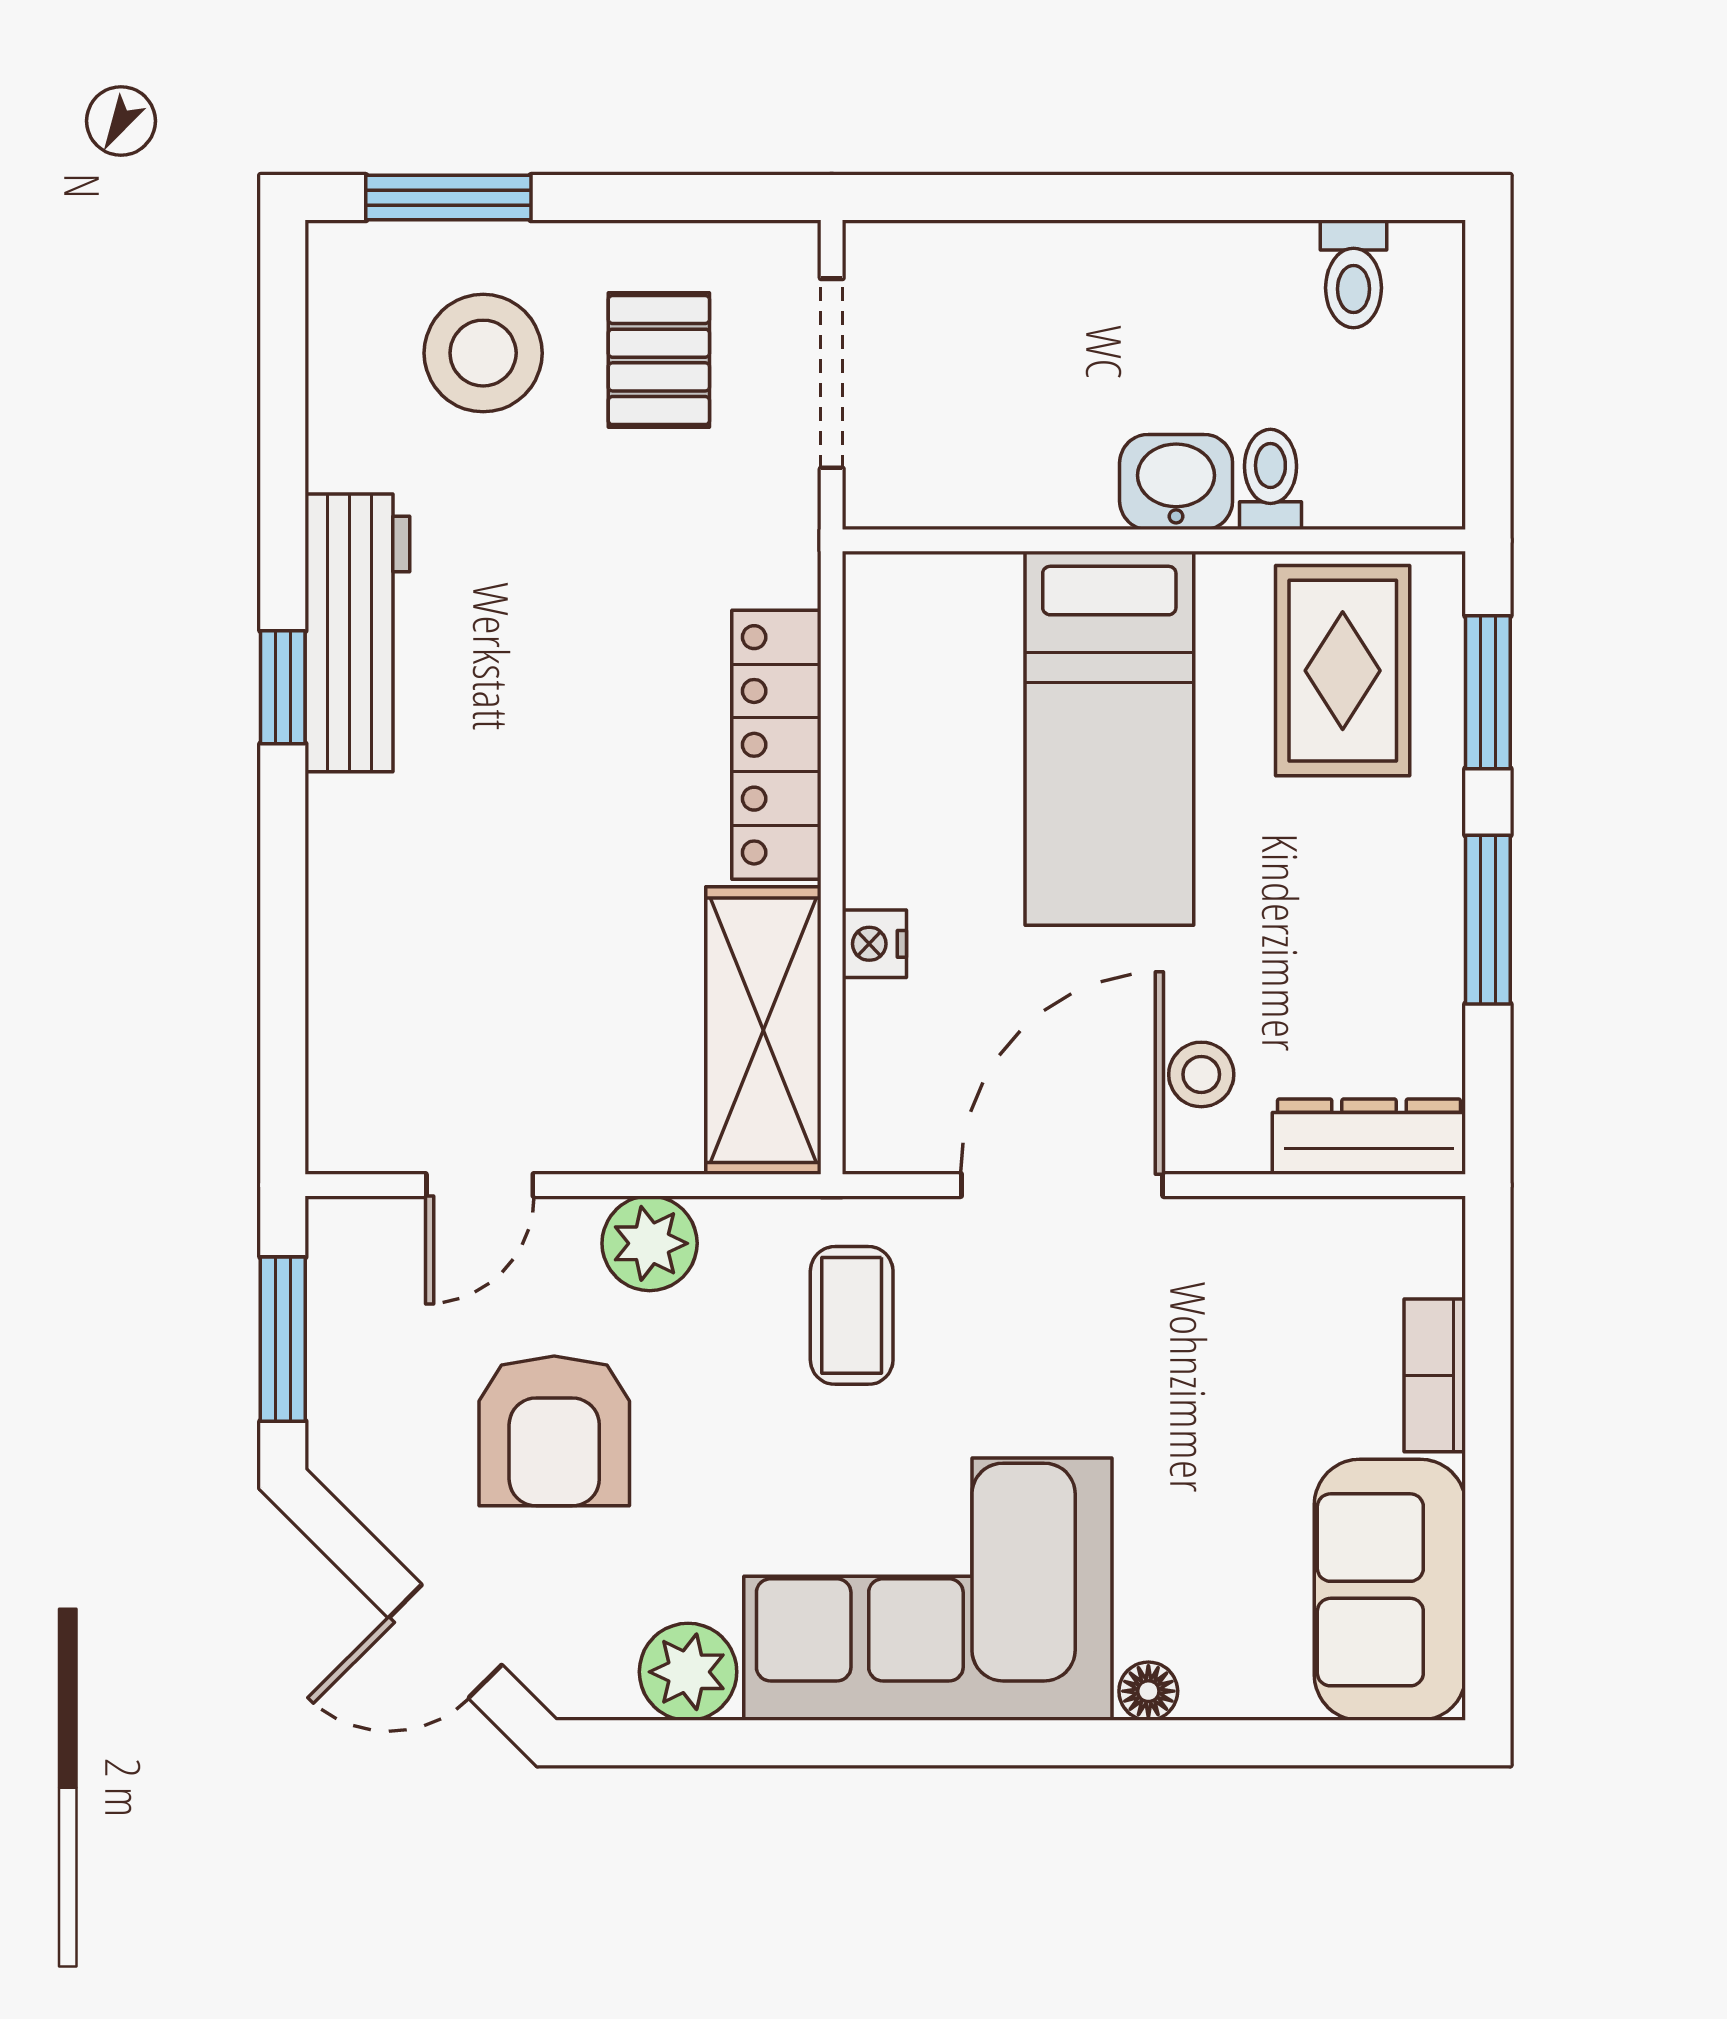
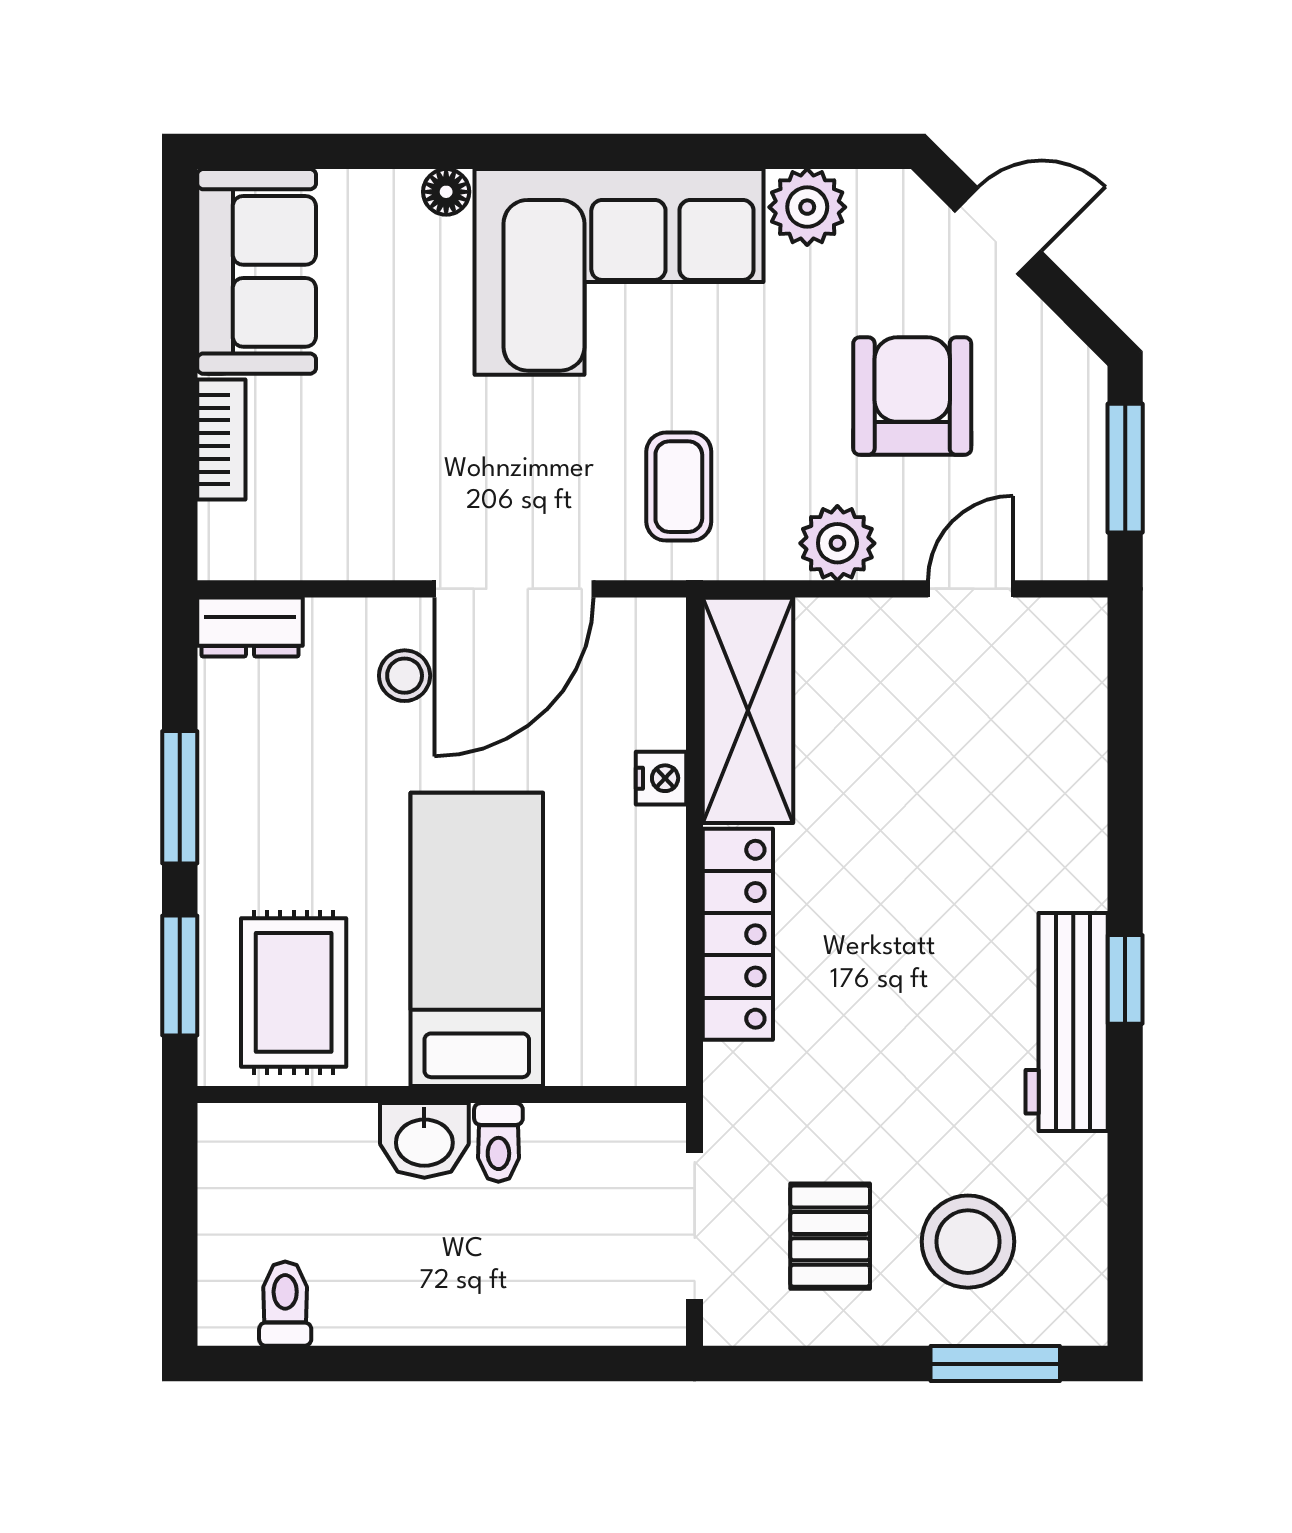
toilet: (1270, 479) -> (498, 1142), moved
dresser: (1369, 1137) -> (250, 627), width x0.70

